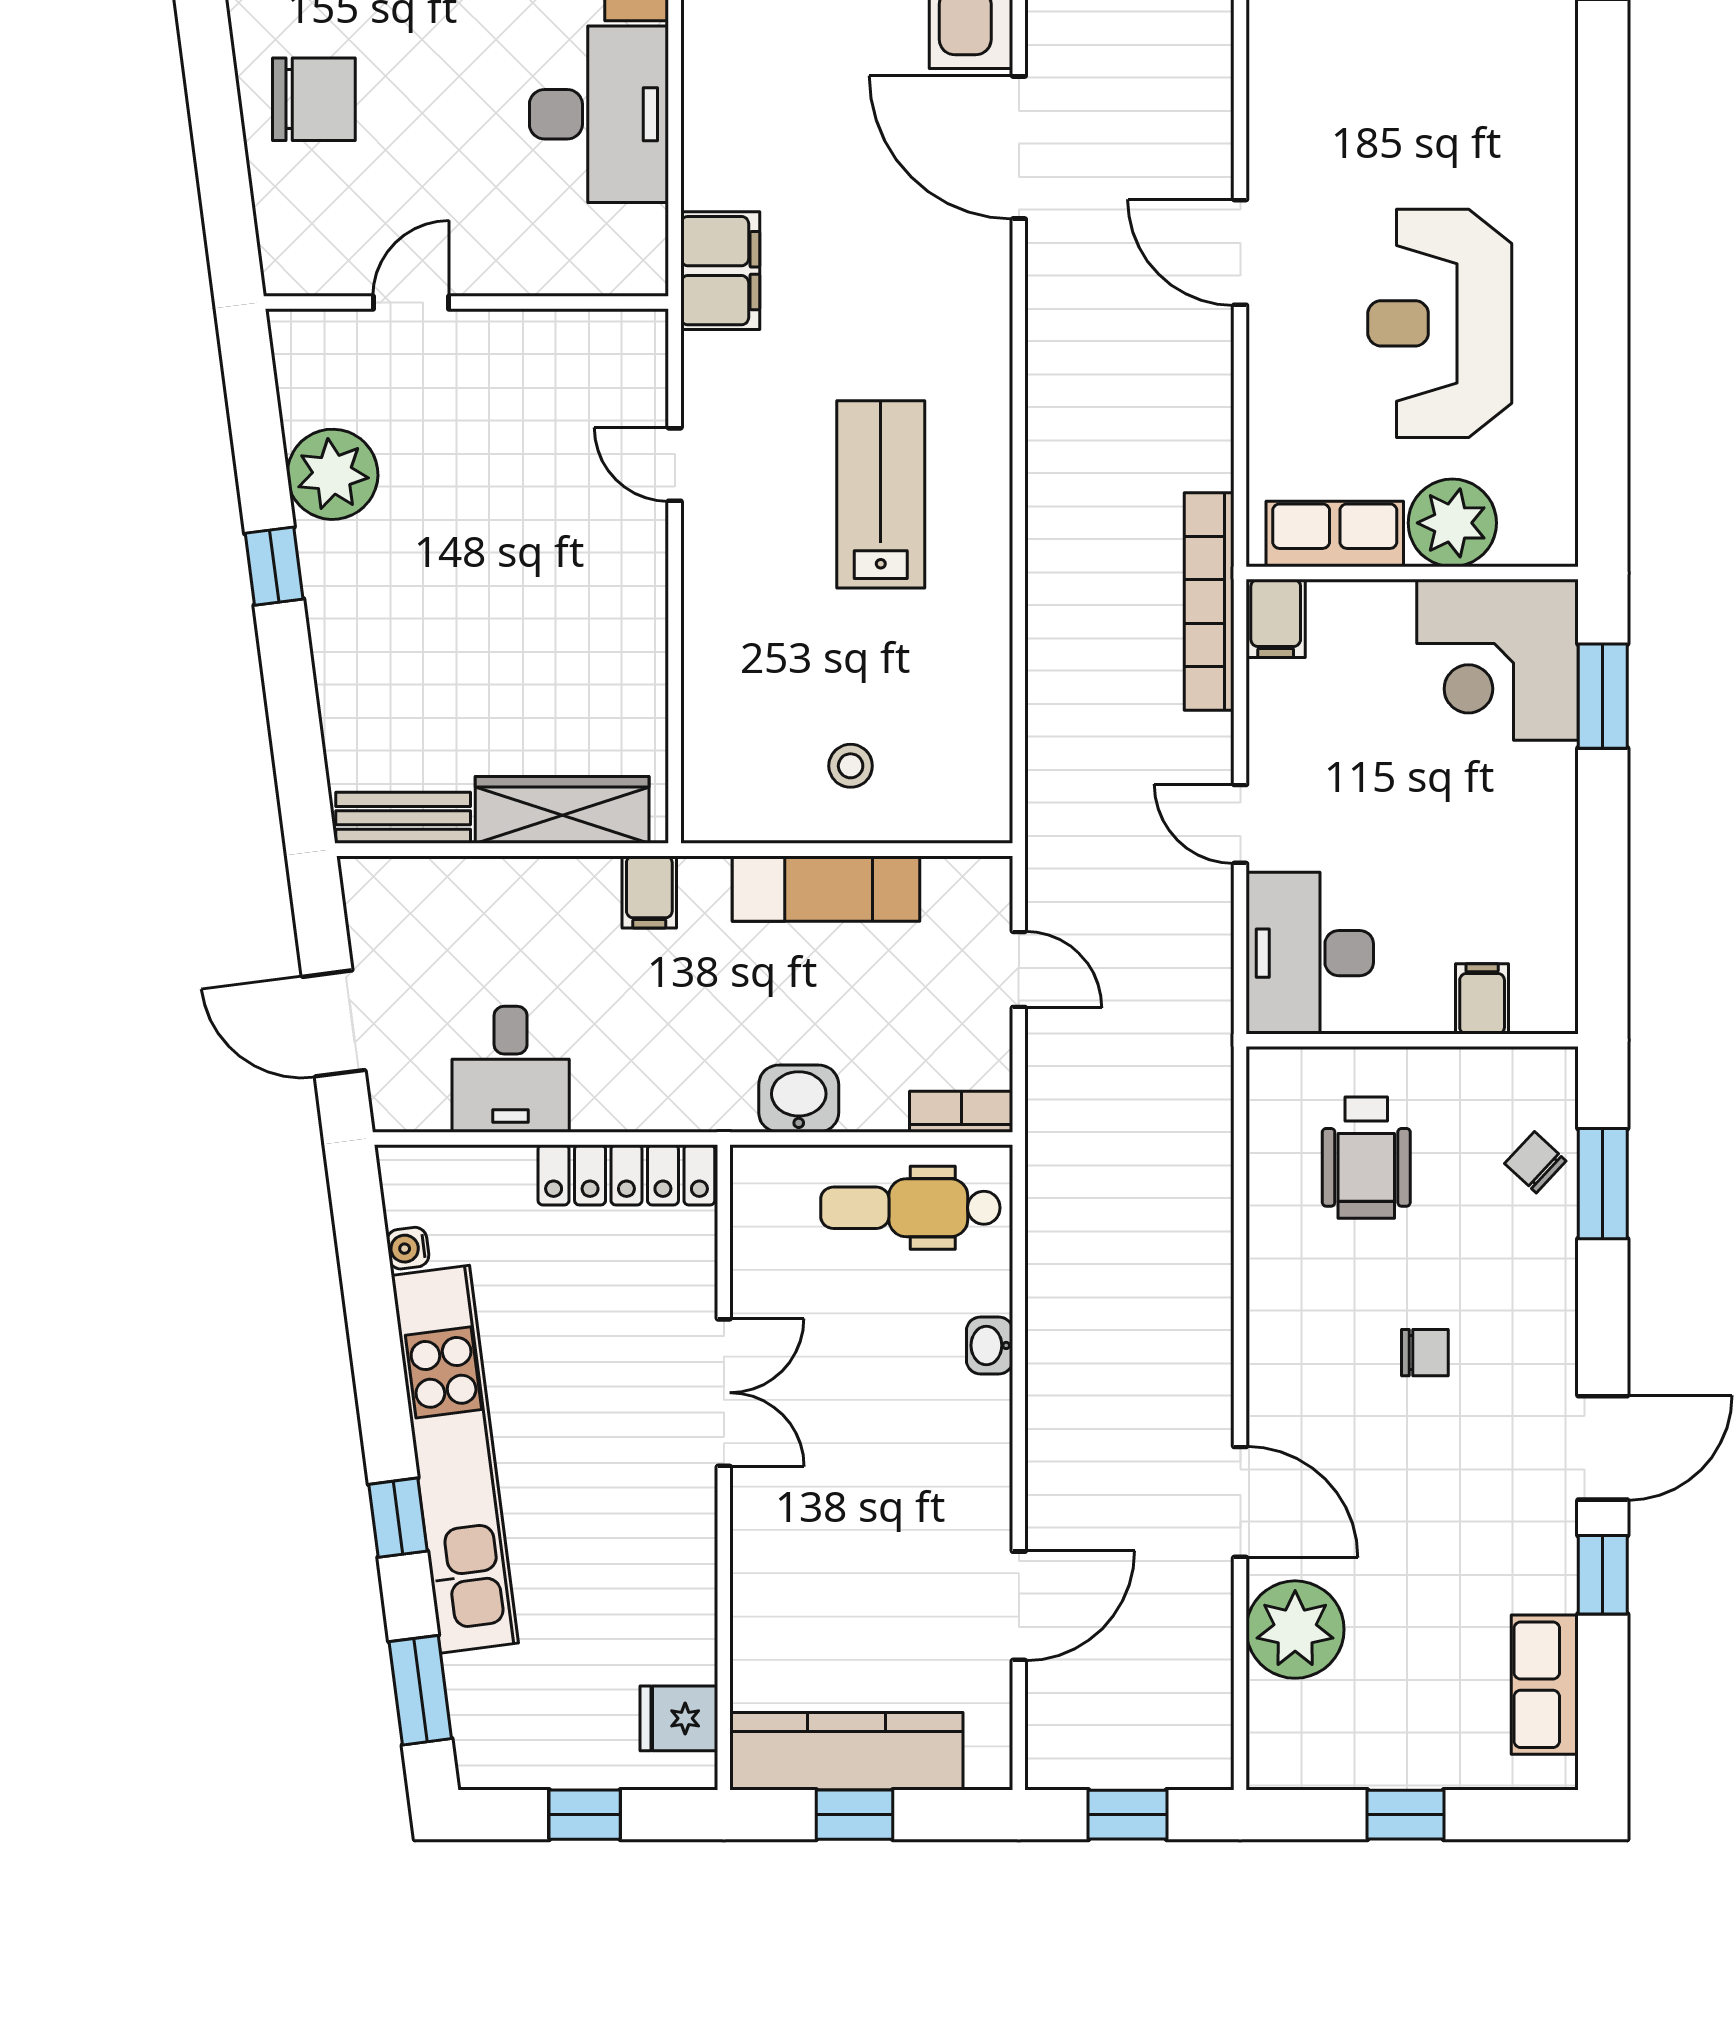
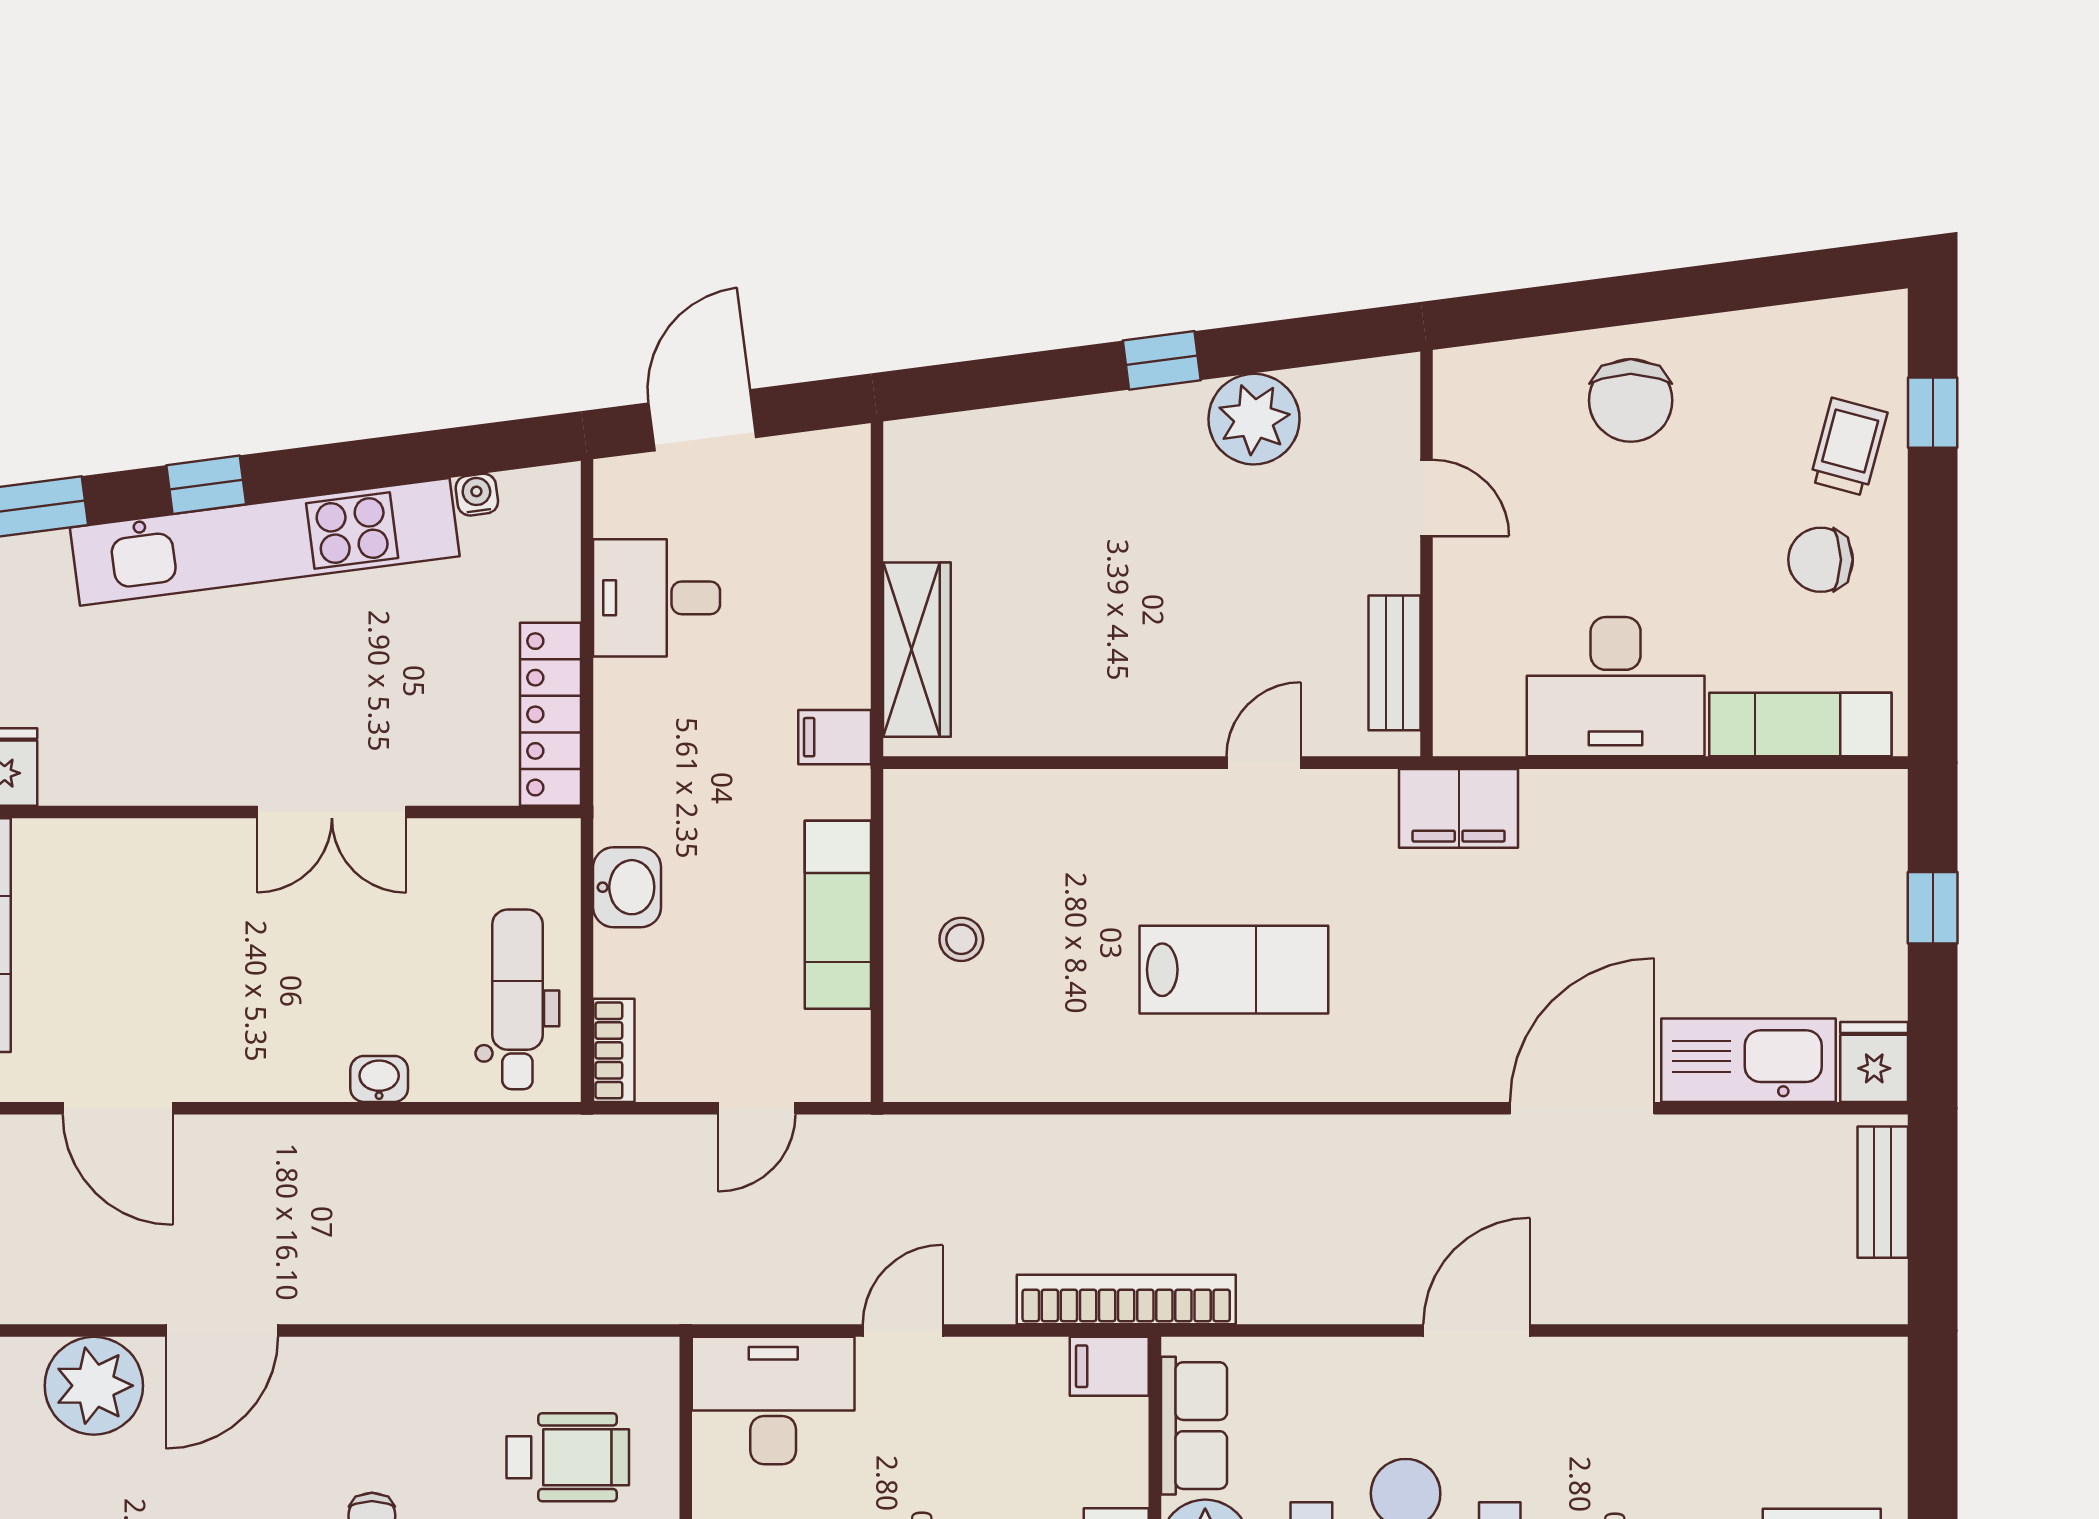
bench: (403, 818) -> (1394, 663), moved
wheelchair: (1366, 1158) -> (568, 1457), turned 180

